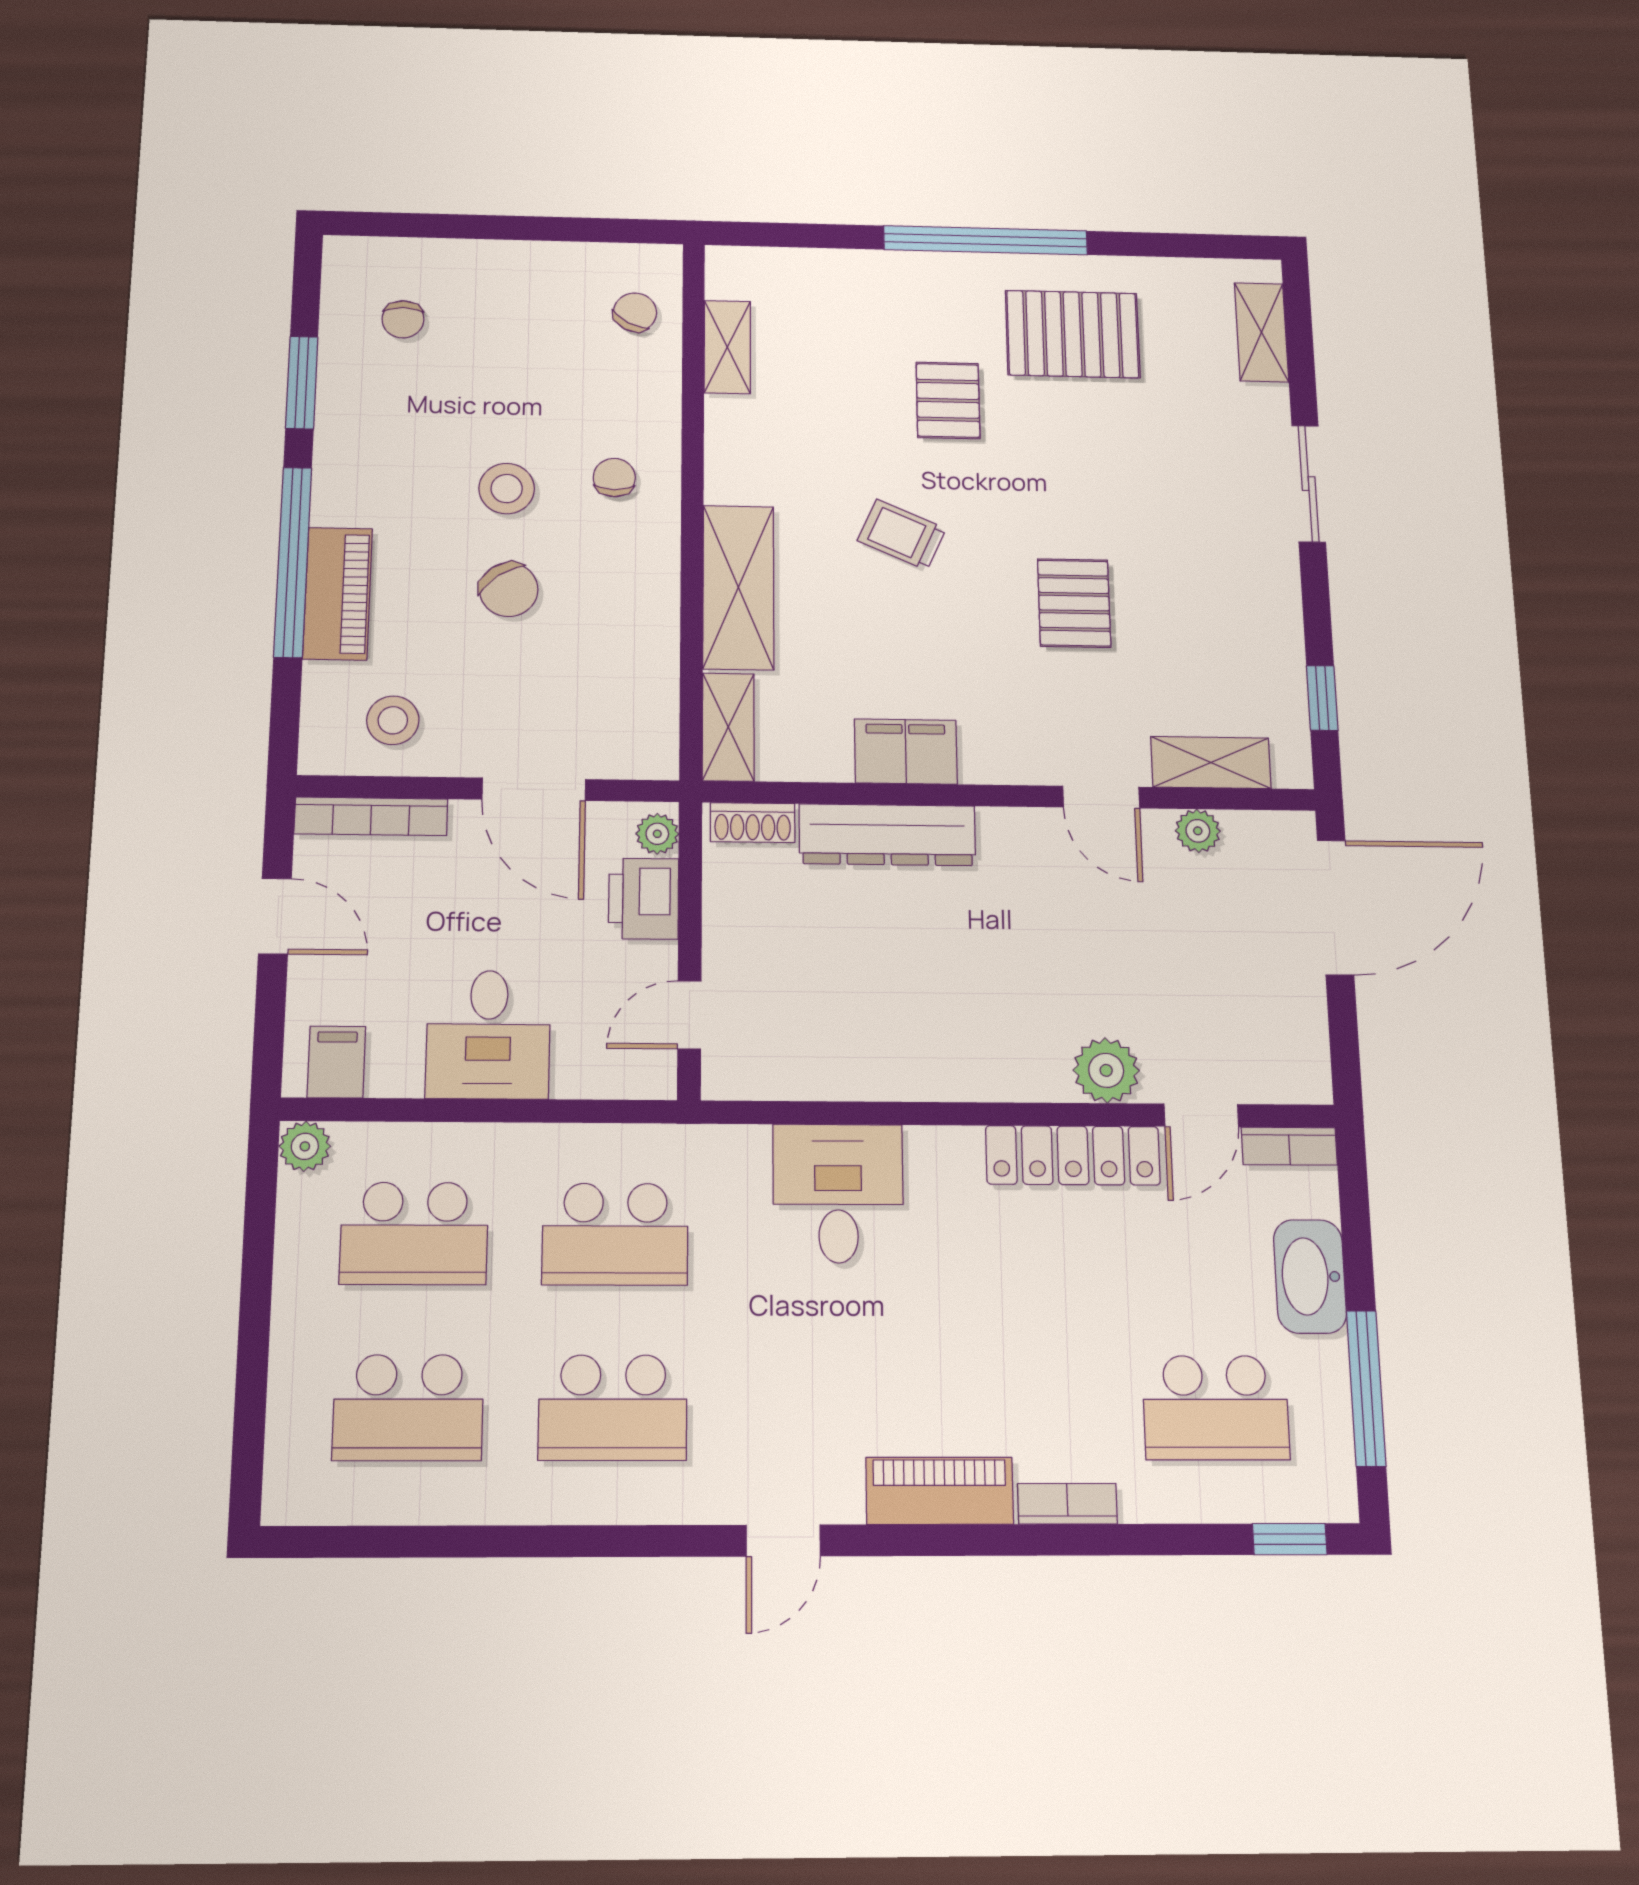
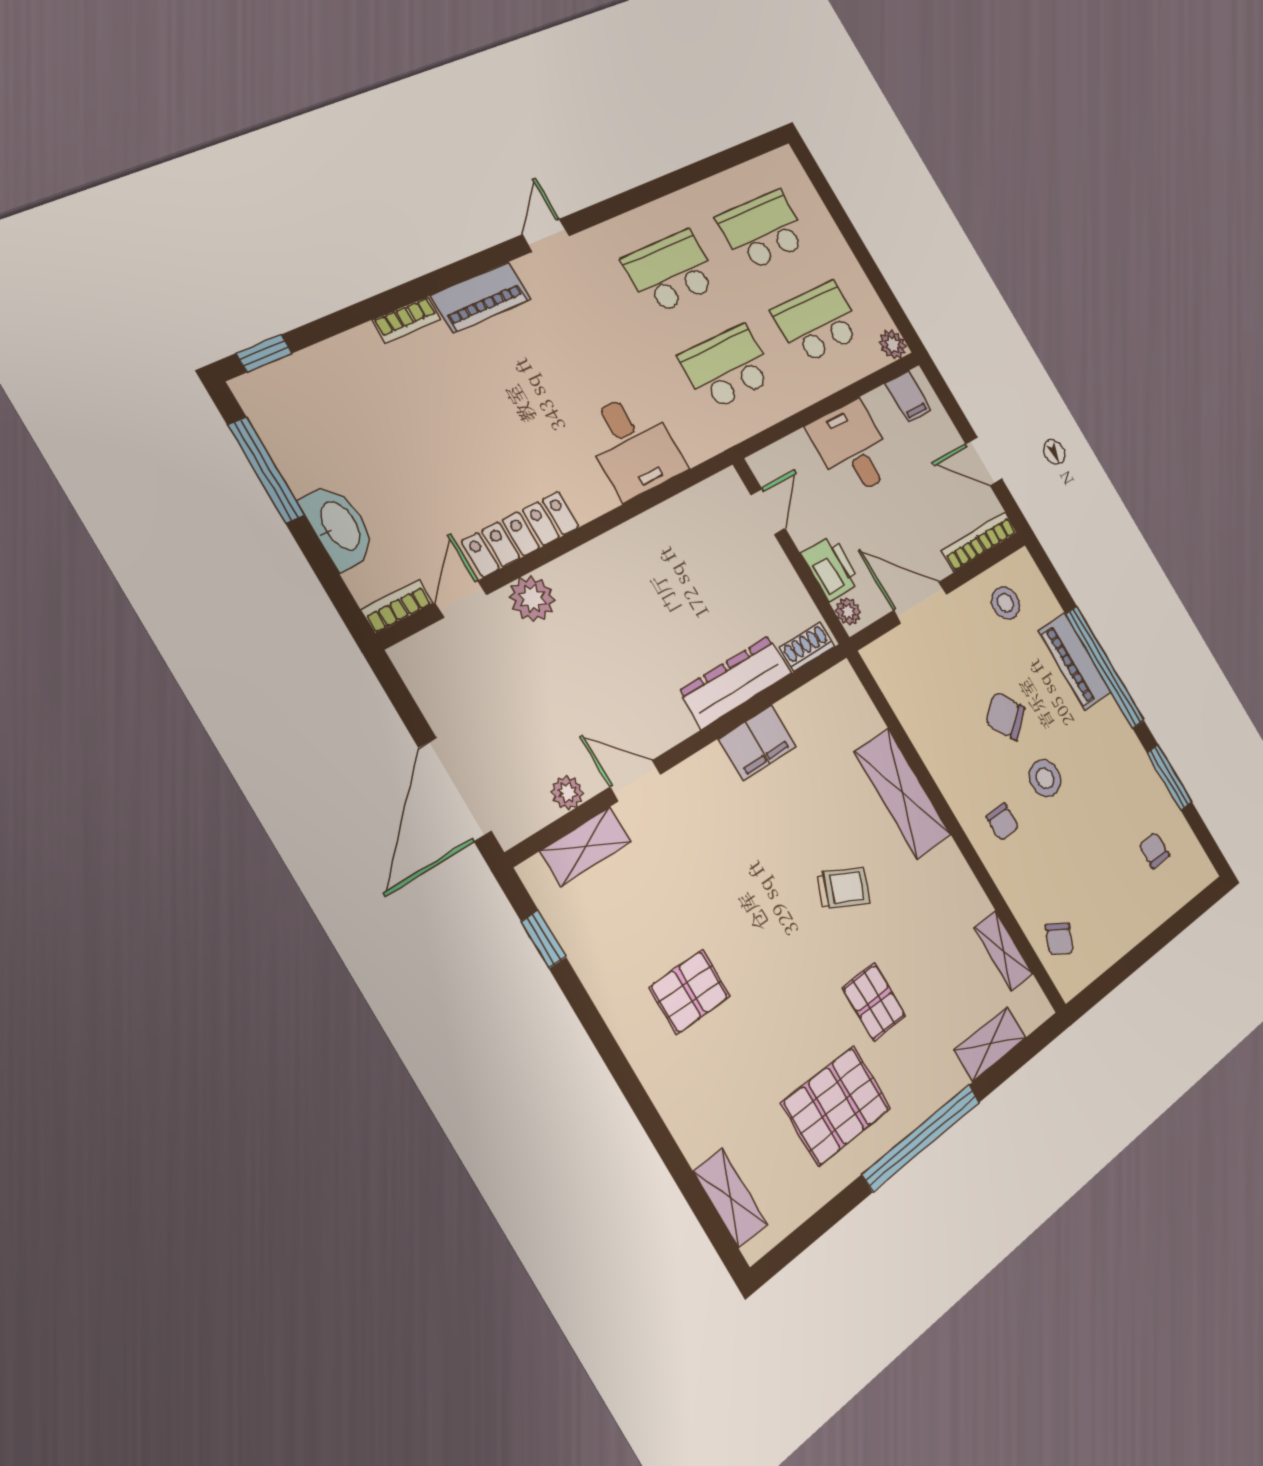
sliding door: (1309, 484) -> (638, 1099), removed
pallet: (1074, 603) -> (690, 992), moved, turned 90
shelving: (728, 727) -> (990, 1044), moved, turned 90
school desk: (1216, 1408) -> (352, 415), removed

